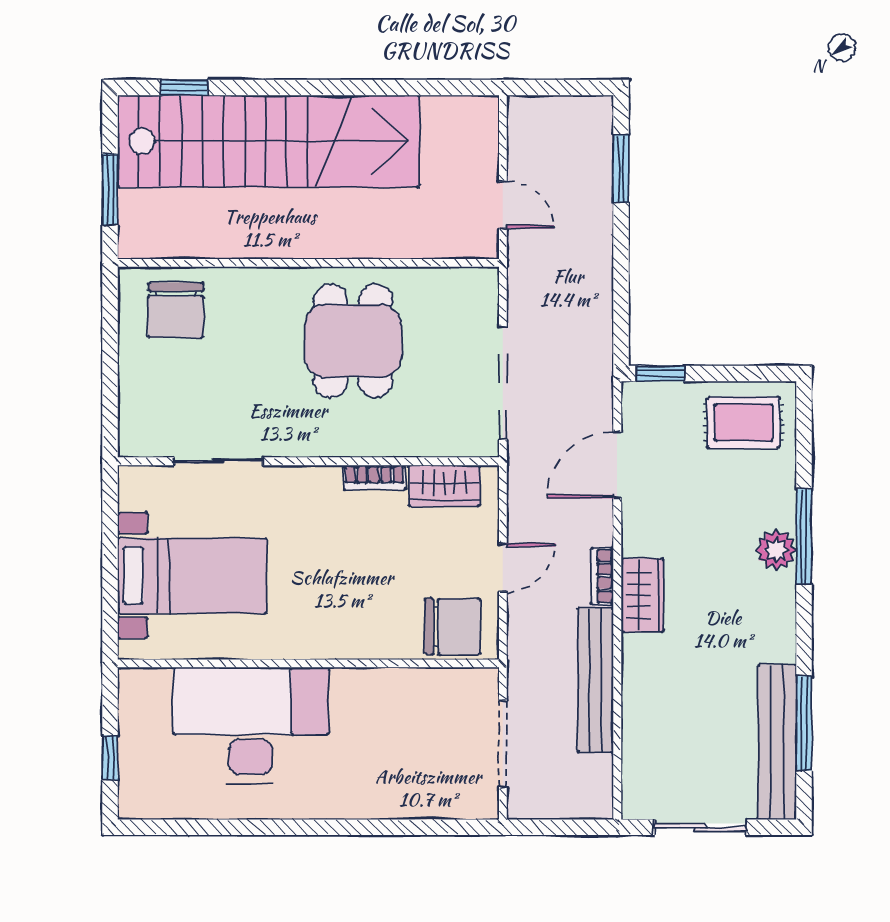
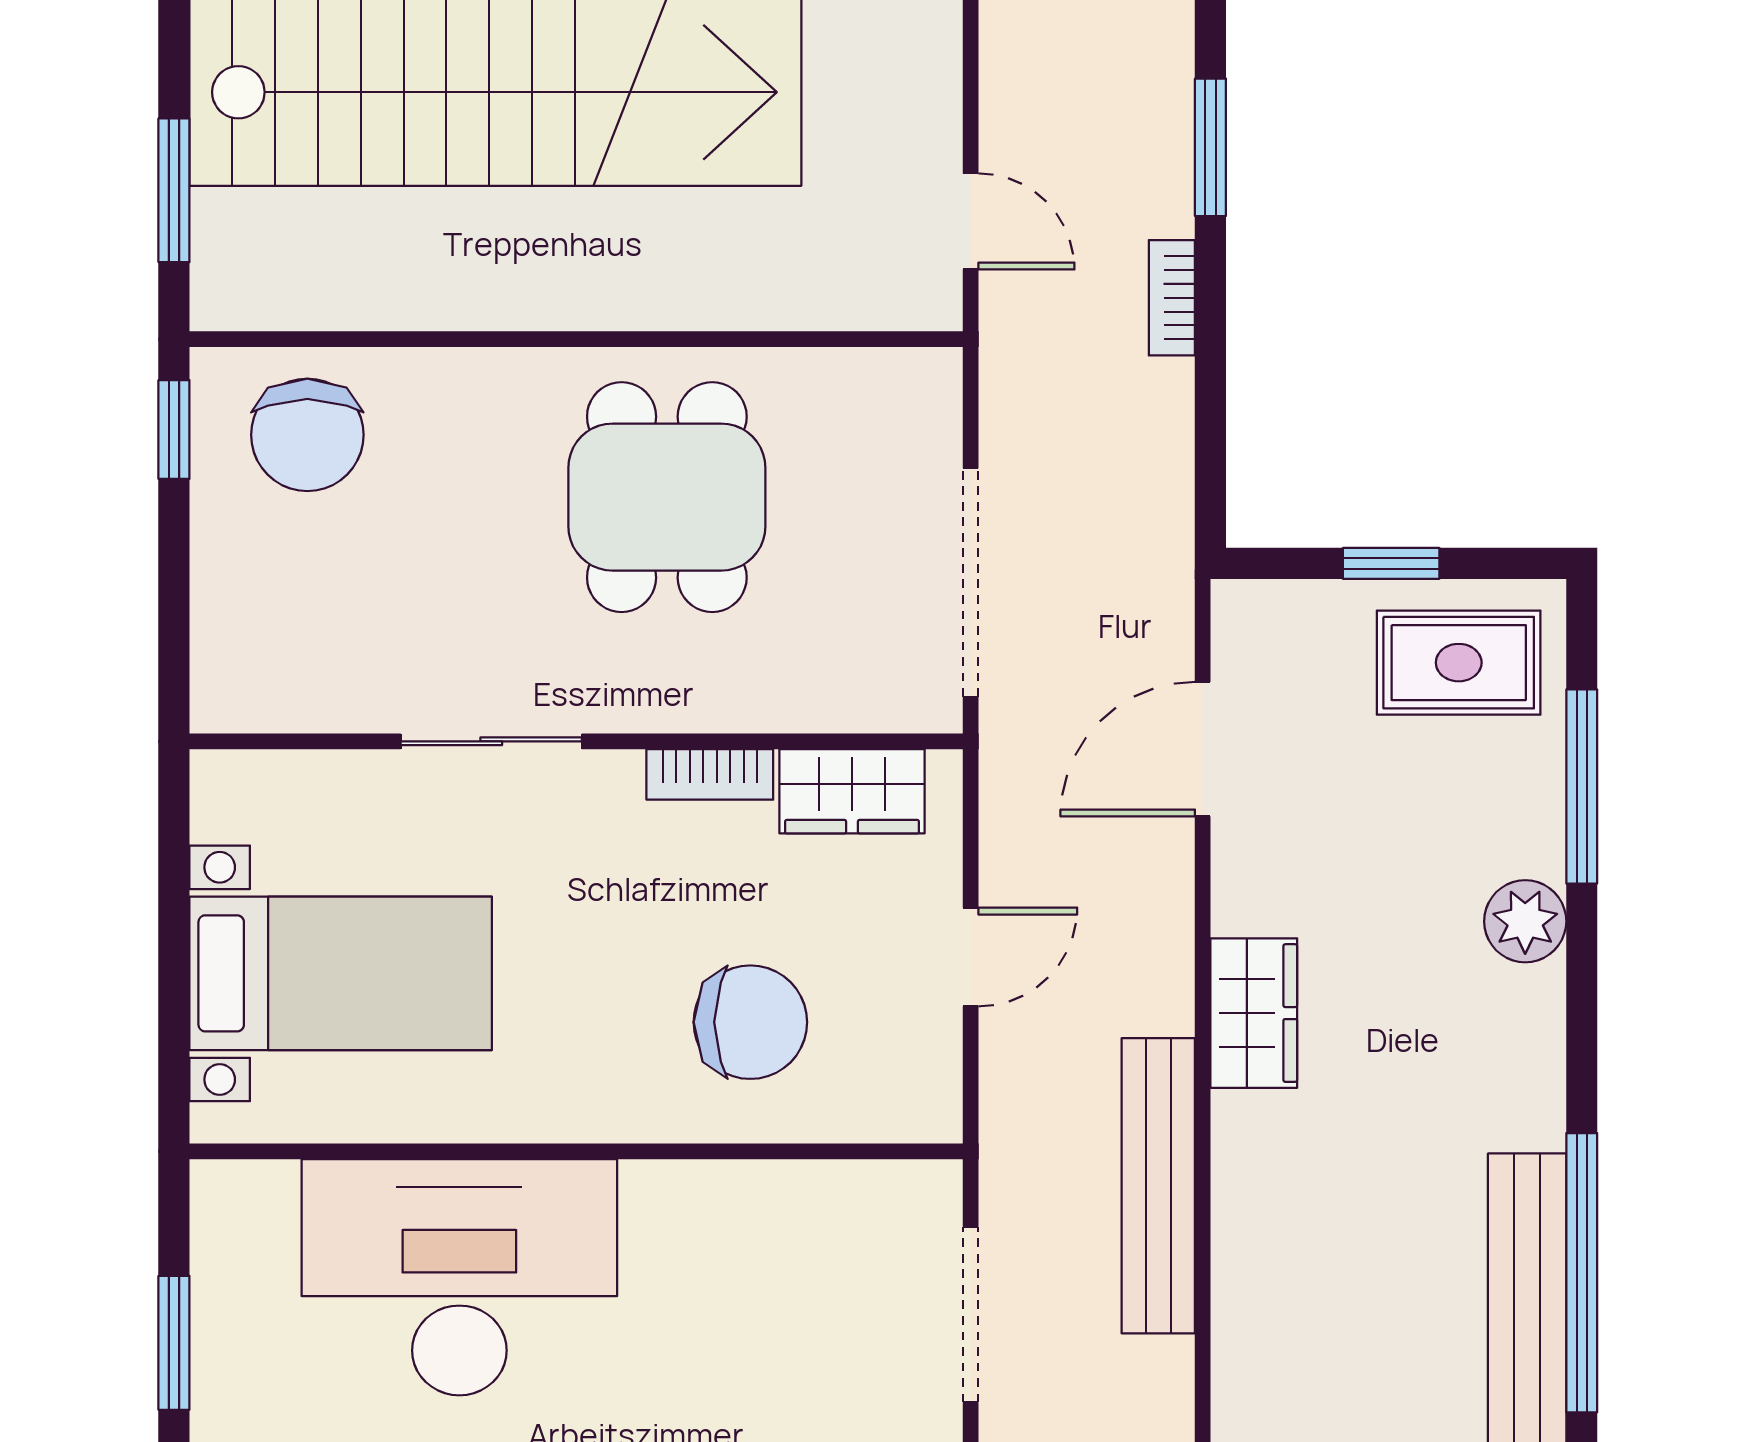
window: (110, 307) -> (174, 430), added
window: (661, 373) -> (1391, 563), moved
sliding door: (218, 461) -> (491, 741), moved
window: (804, 537) -> (1582, 787), moved
bookcase: (602, 576) -> (1172, 298), moved
chair: (452, 626) -> (750, 1022), moved
window: (804, 723) -> (1582, 1273), width x1.46
window: (110, 758) -> (174, 1343), width x1.50

